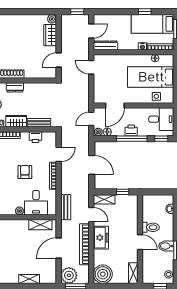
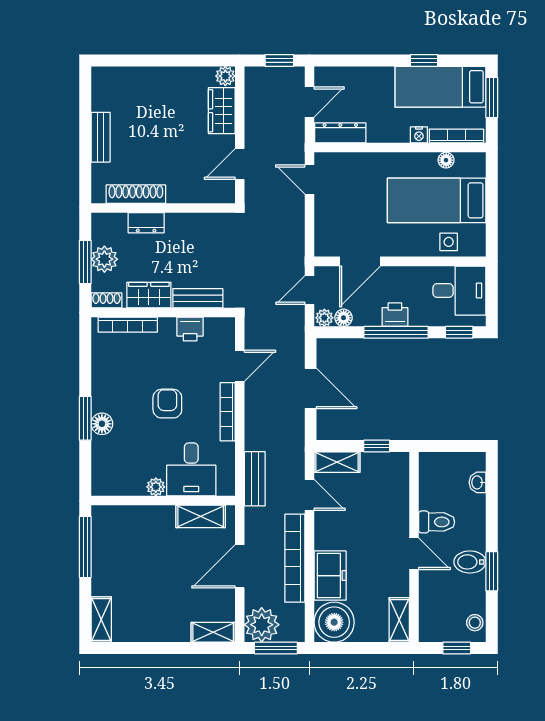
freezer: (101, 238) -> (330, 576), moved
shelving: (29, 279) -> (213, 632), moved

